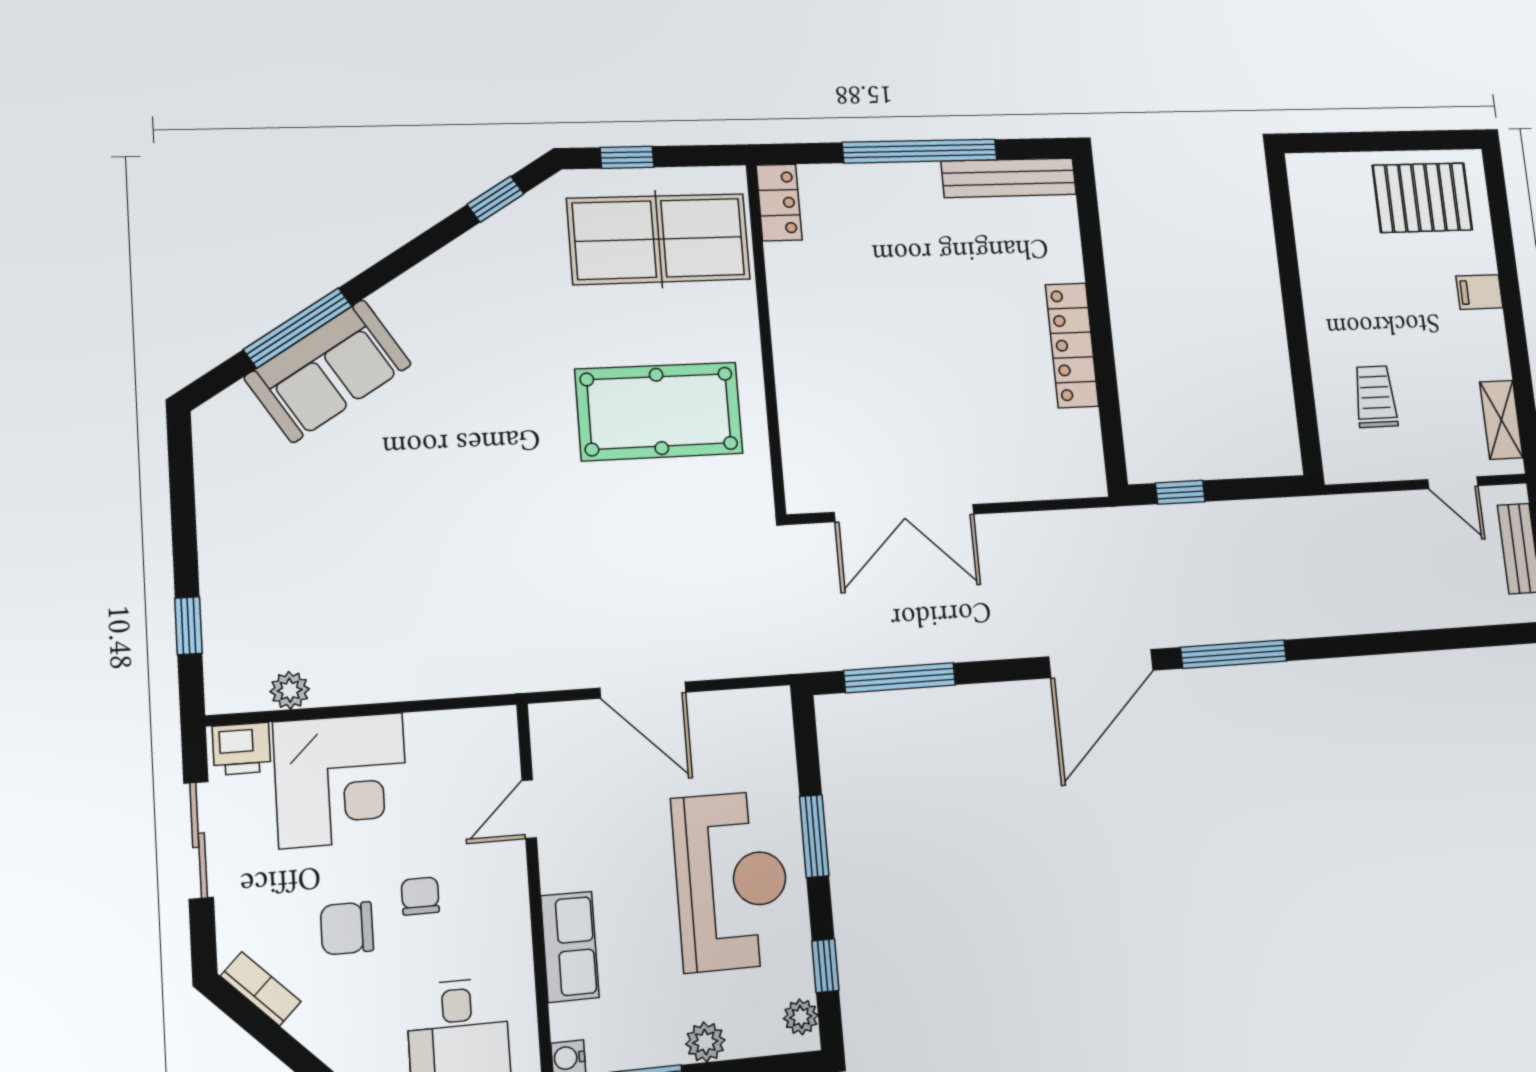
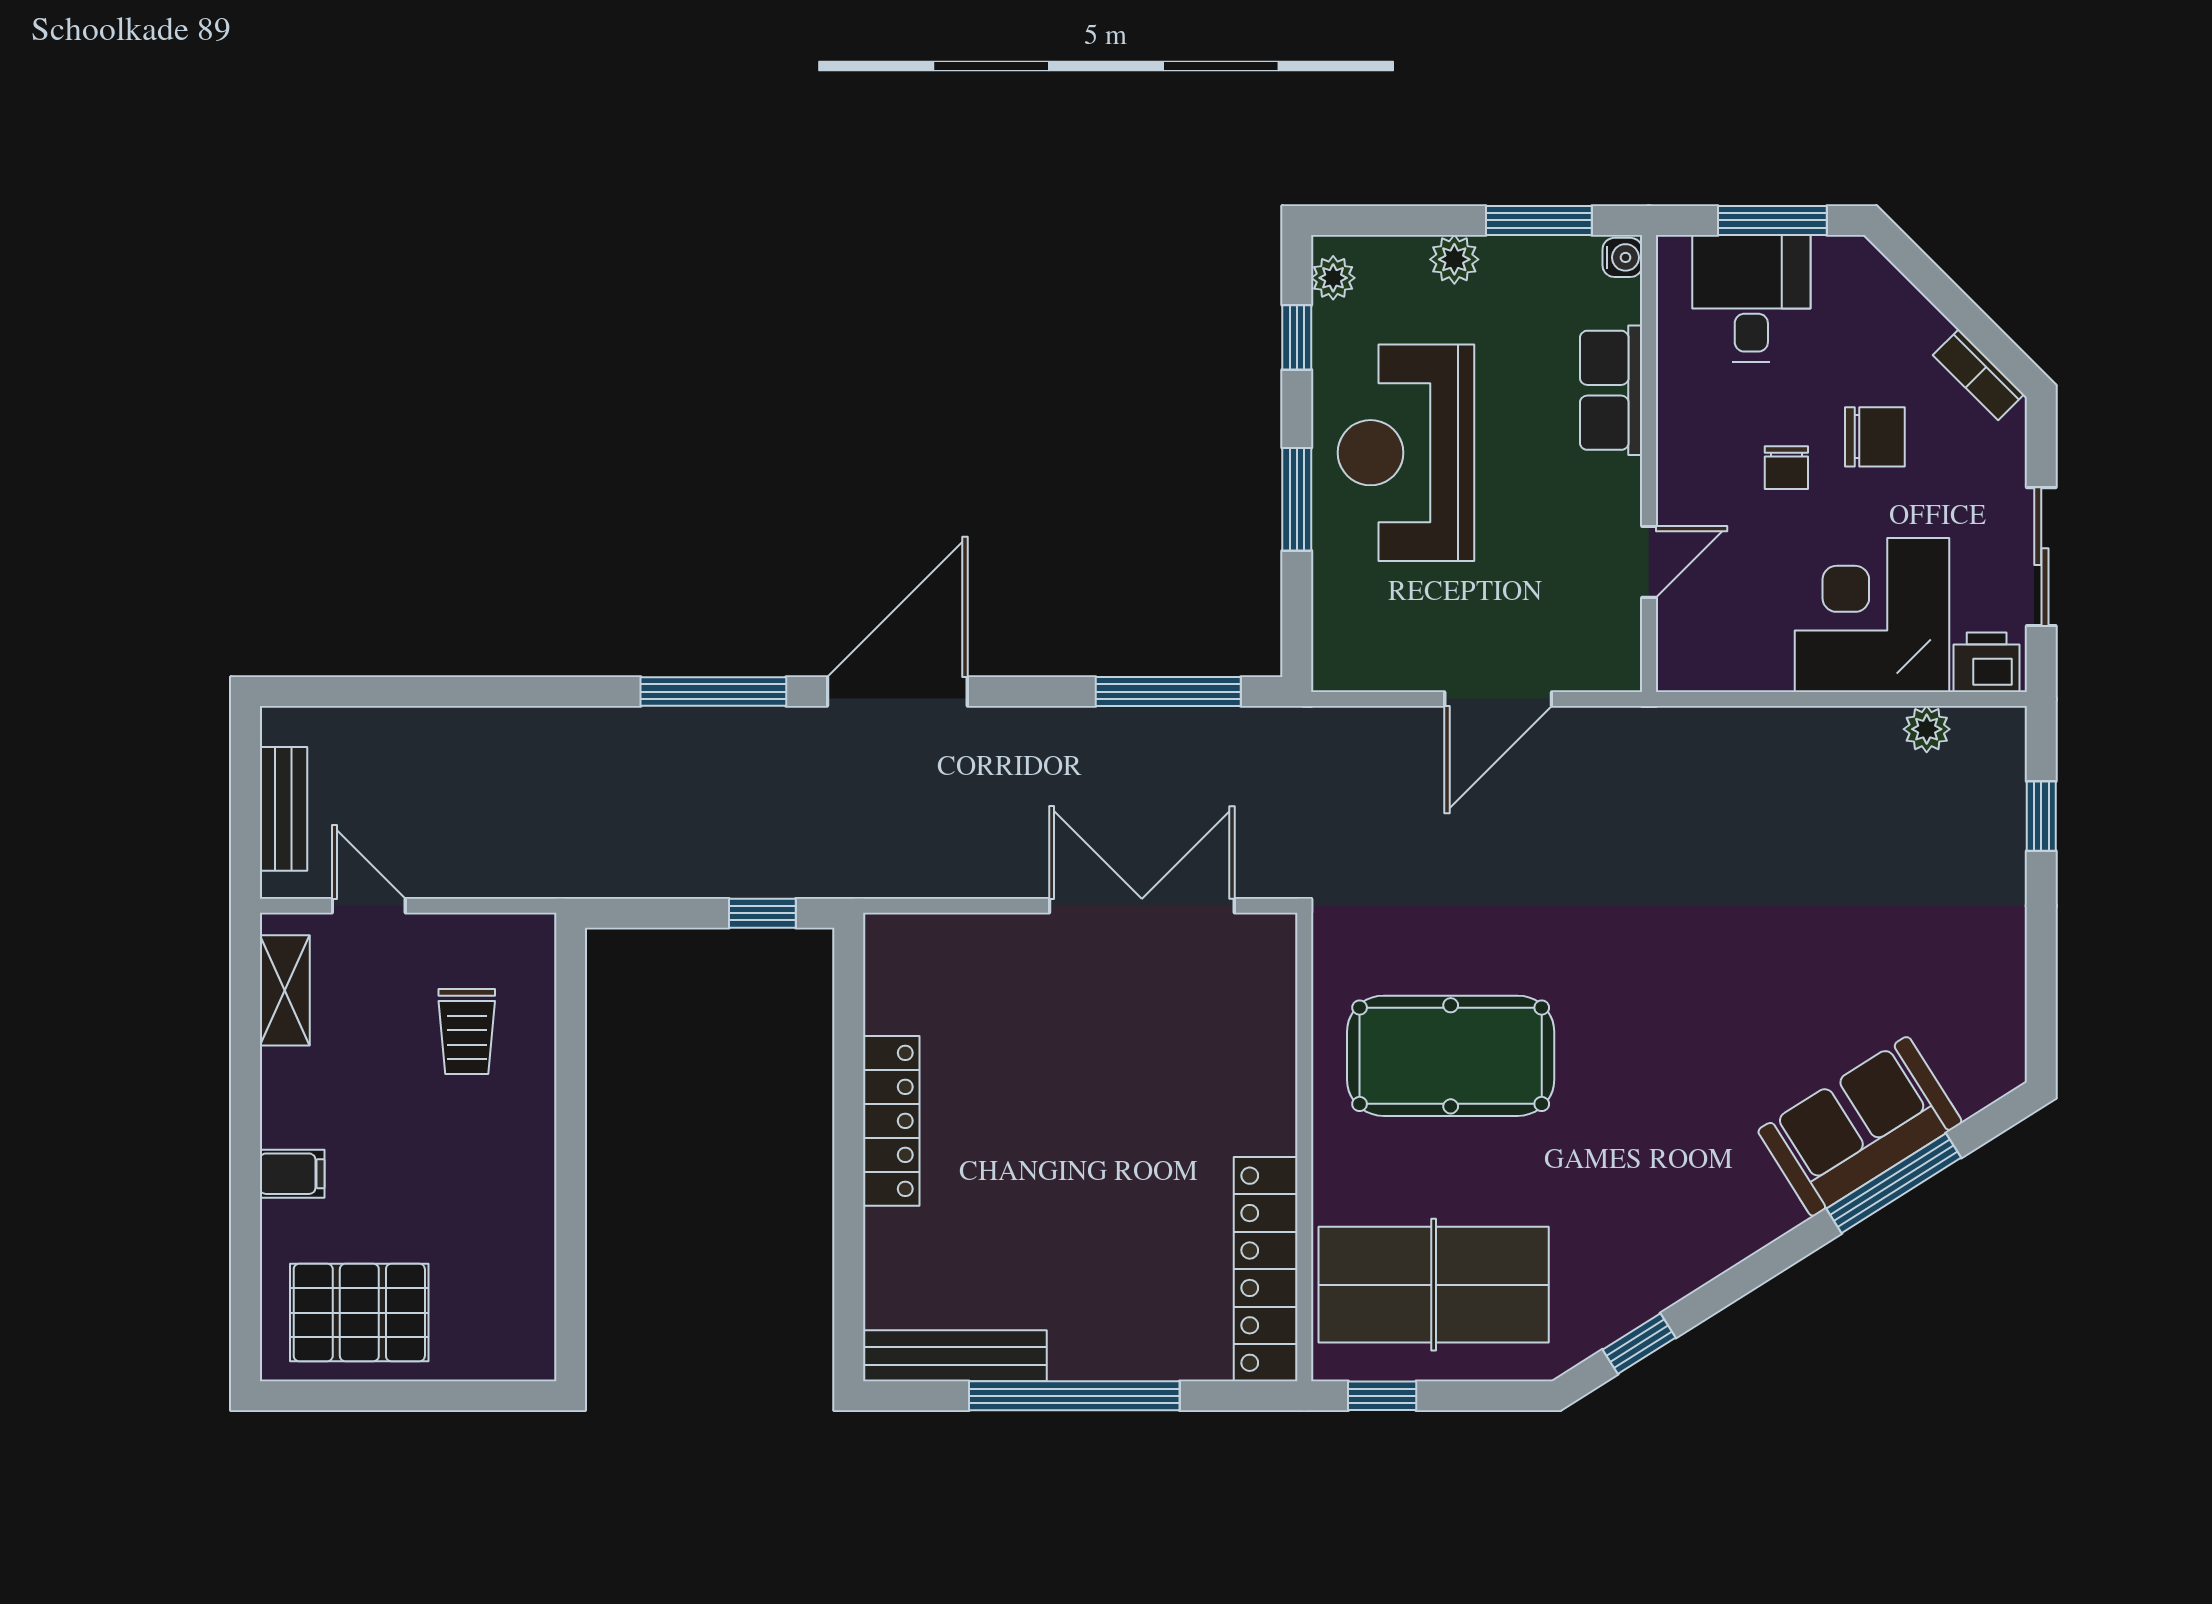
window: (627, 157) -> (1382, 1396), moved
locker: (779, 203) -> (1266, 1269), width x2.16, depth x1.21
door: (643, 690) -> (1498, 699), swing flipped

